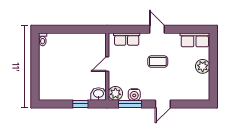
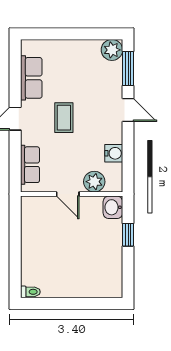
row of seats: (195, 40) -> (31, 78), moved
plant: (203, 66) -> (112, 50), moved
plant: (115, 93) -> (94, 182), moved
window: (130, 104) -> (128, 68), moved

